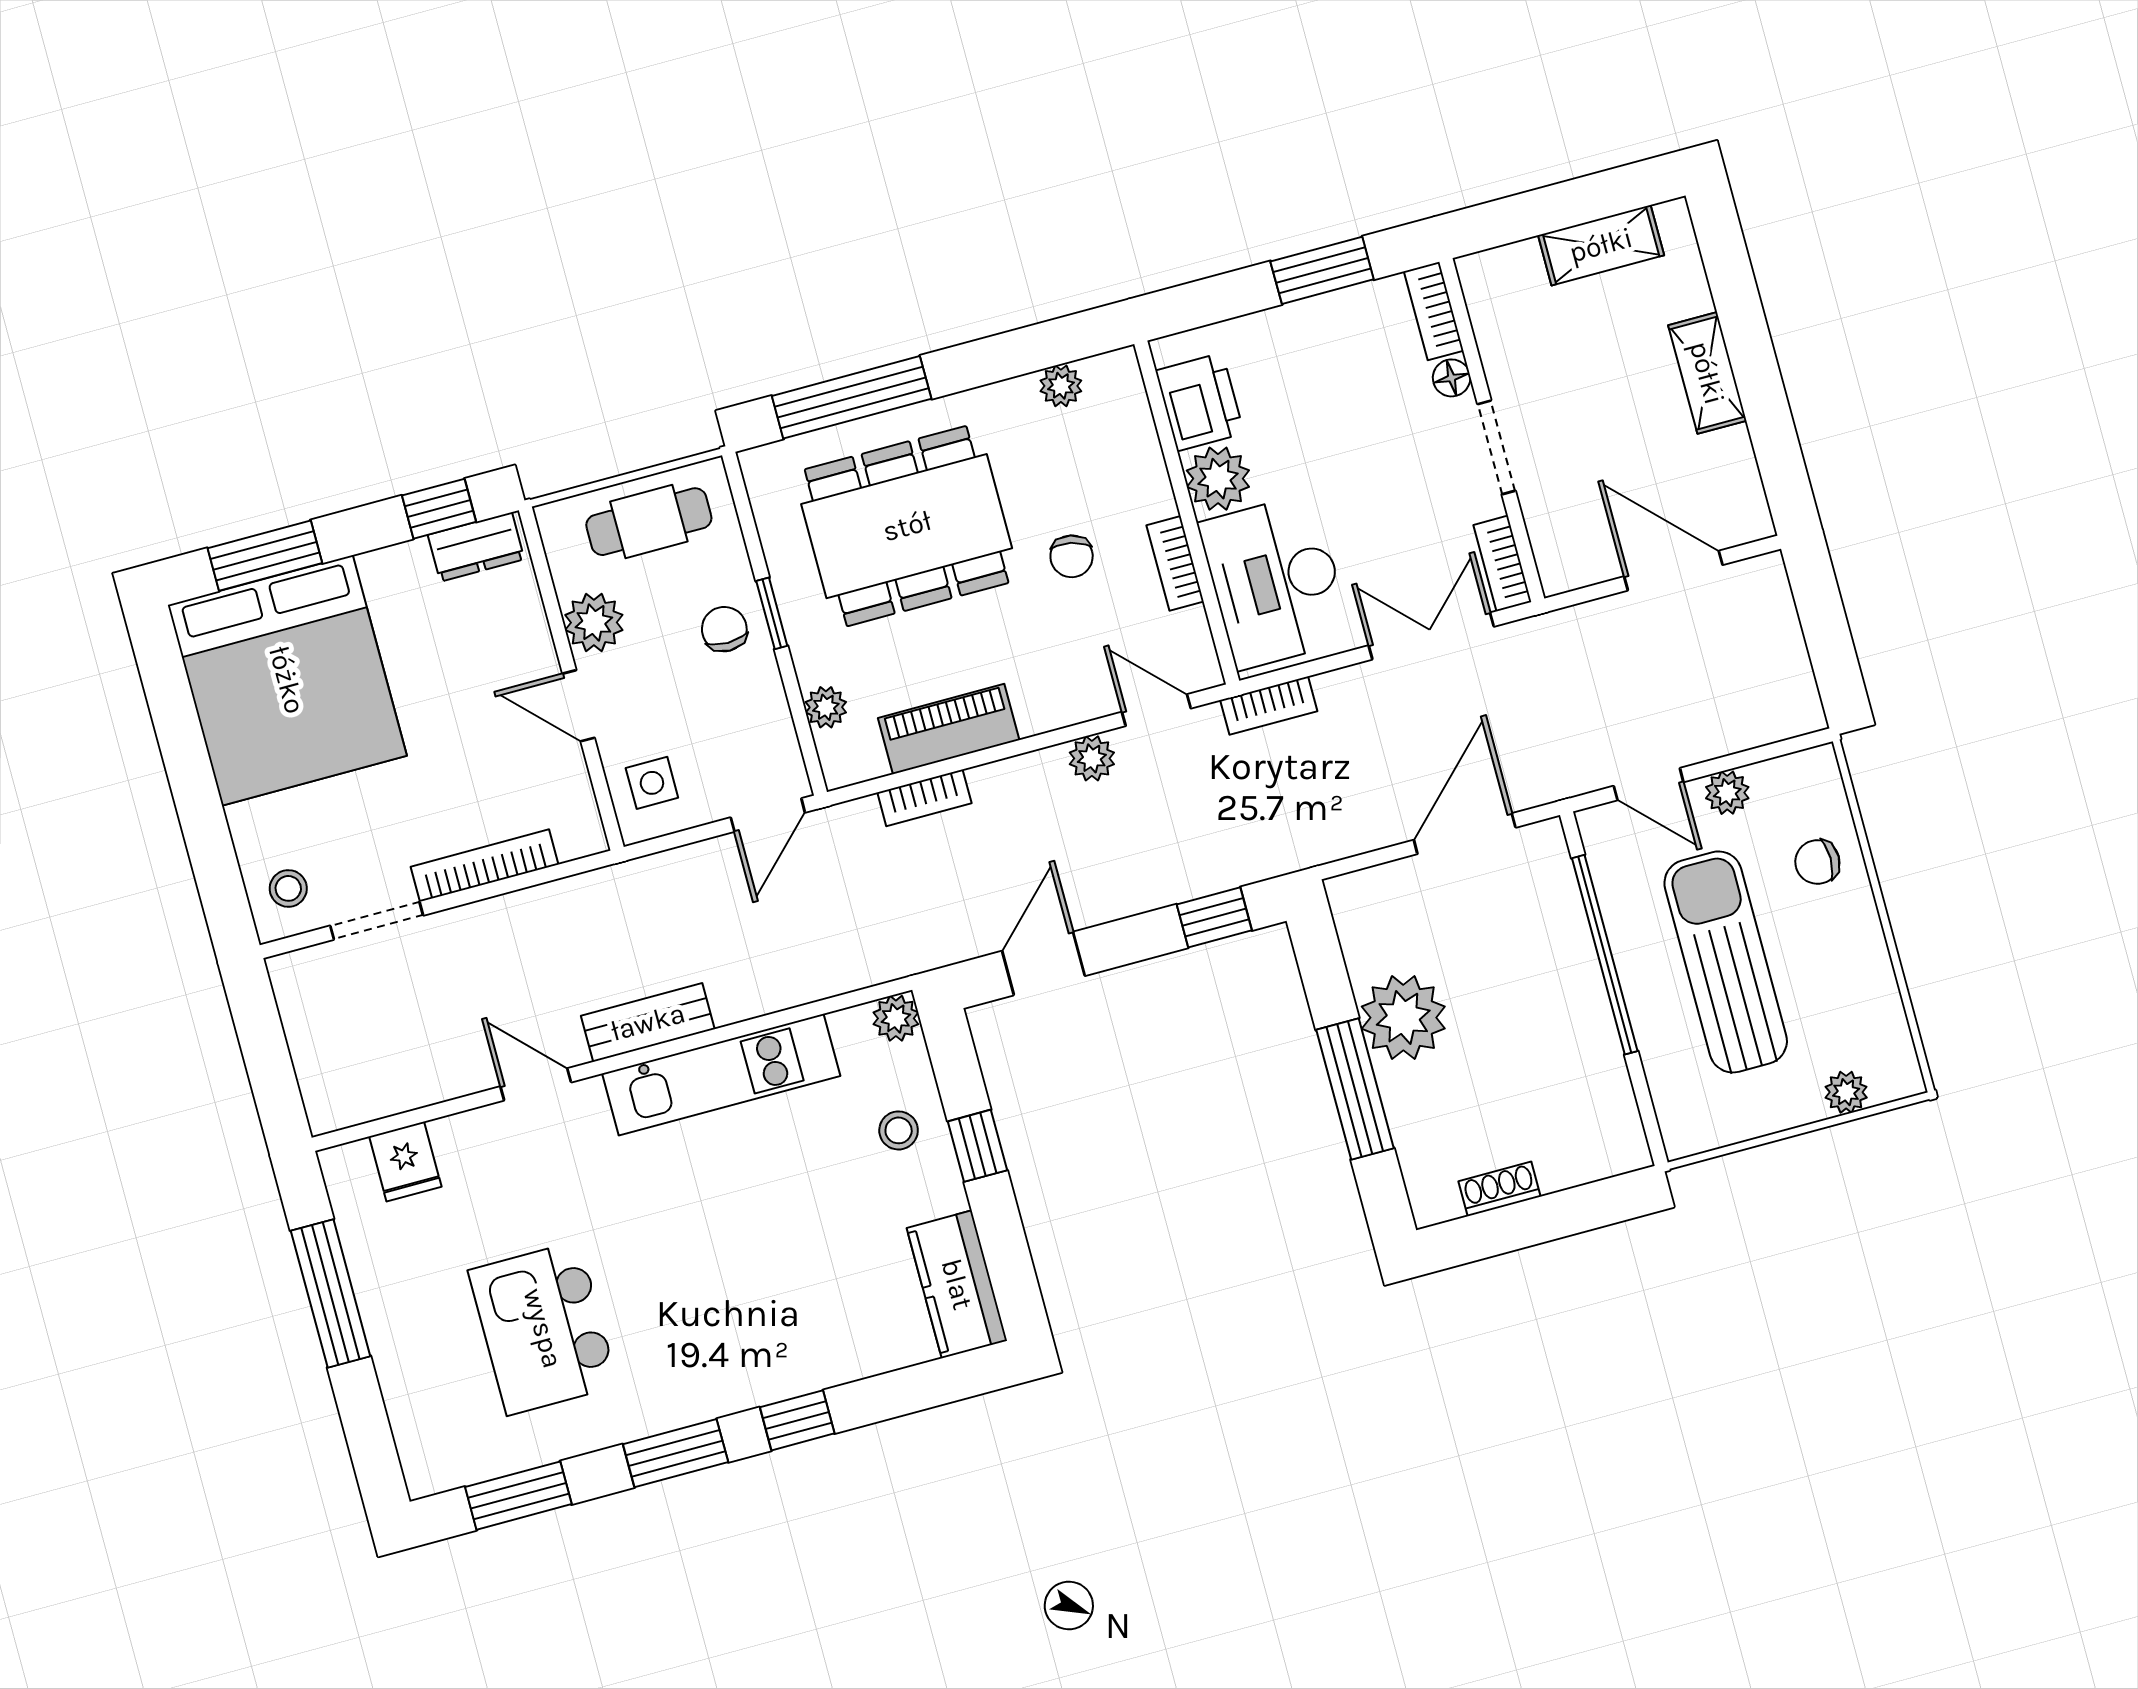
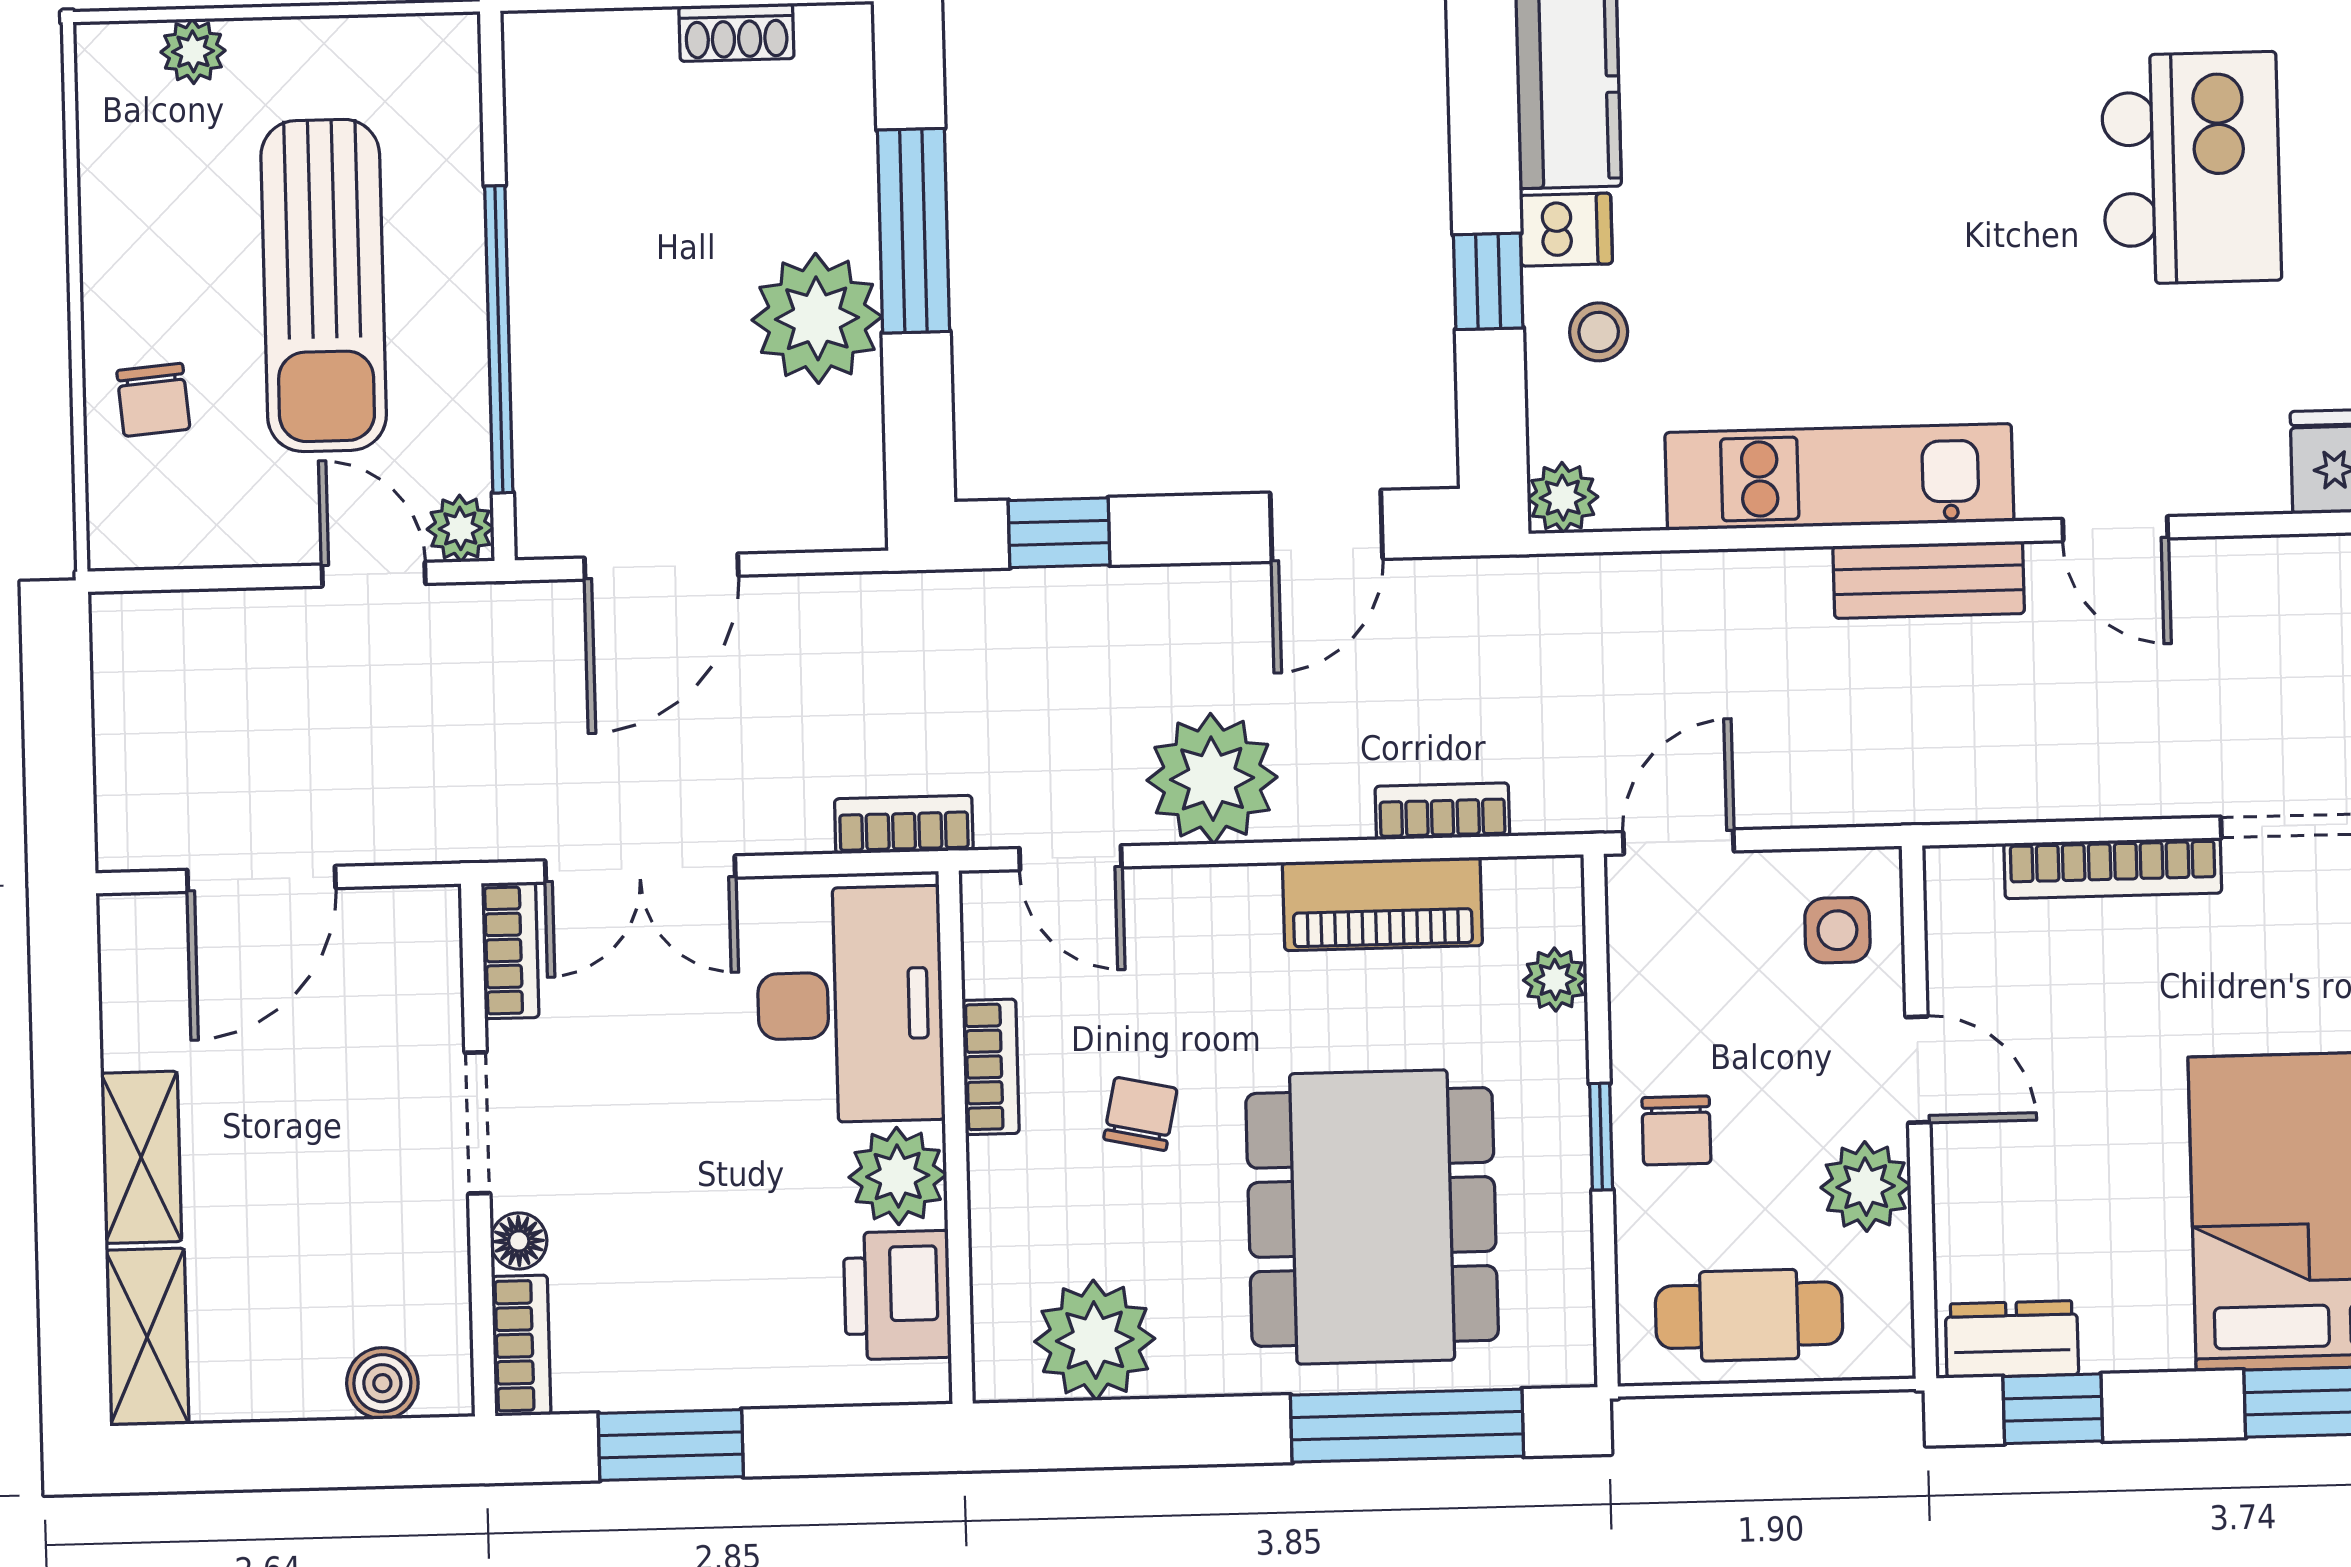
shelving: (1601, 245) -> (147, 1337), moved, turned 90
boiler: (1517, 265) -> (382, 1383), added
plant: (1061, 386) -> (1095, 1340), width x1.87, depth x1.87
dining table: (907, 526) -> (1372, 1217), turned 90
door: (1673, 571) -> (261, 879), hinge flipped
plant: (1092, 758) -> (1212, 779), width x1.88, depth x1.88
plant: (1727, 793) -> (460, 528), moved
chair: (1817, 862) -> (153, 400), turned 85
dishwasher: (935, 1191) -> (1566, 230), added

